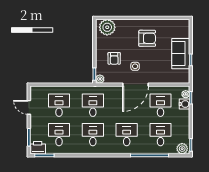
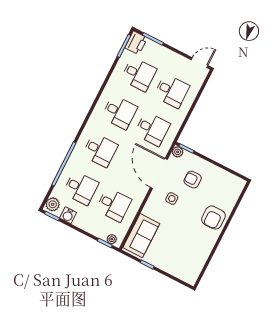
plant: (107, 27) -> (231, 190), removed
armchair: (147, 38) -> (213, 218), moved
sofa: (181, 54) -> (141, 236), moved, turned 90
door: (136, 85) -> (159, 173), moved
water cooler: (184, 104) -> (68, 215), moved
door: (29, 107) -> (200, 63), moved

